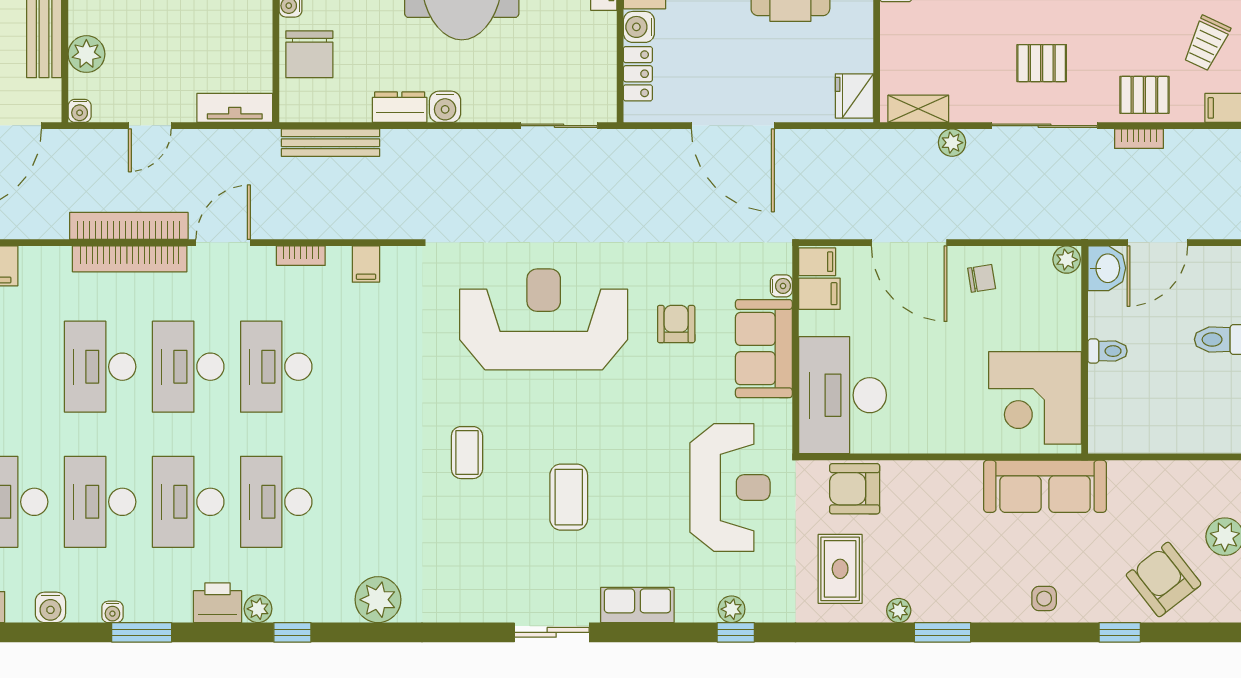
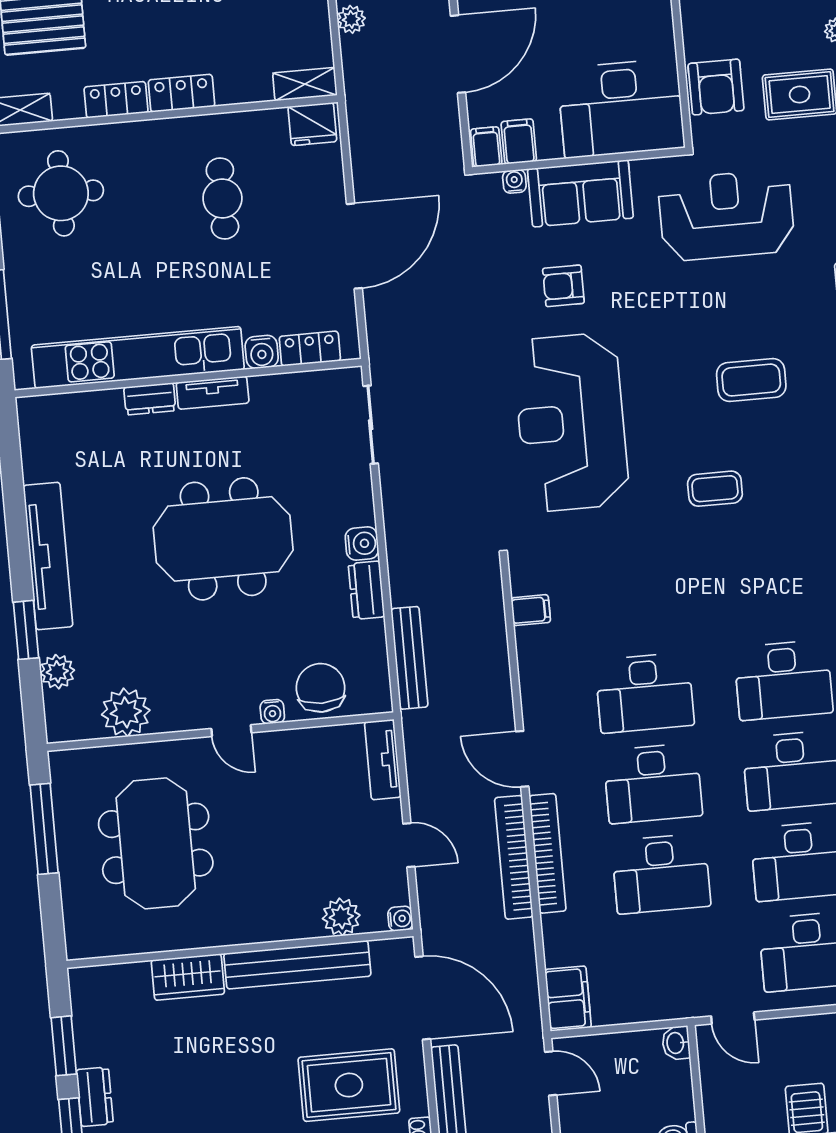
chair: (309, 54) -> (321, 688), turned -90
shelving: (918, 109) -> (305, 84), moved, turned 90
bookcase: (301, 256) -> (528, 678), removed

